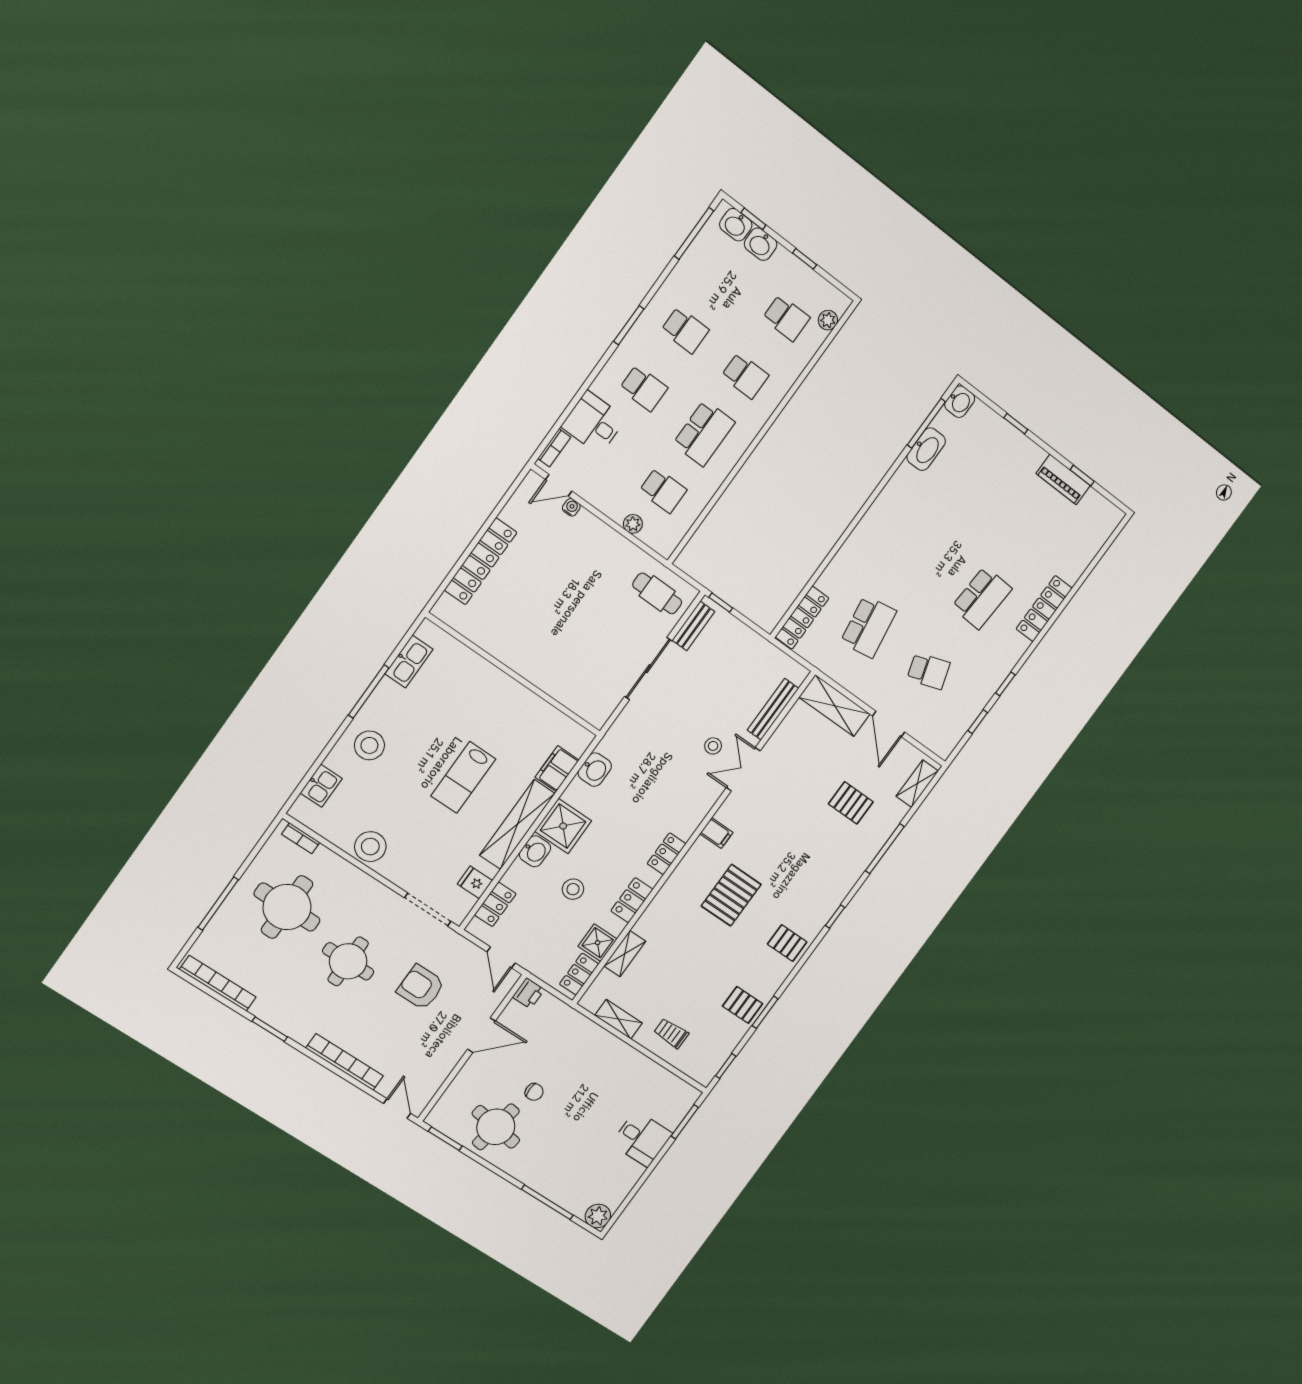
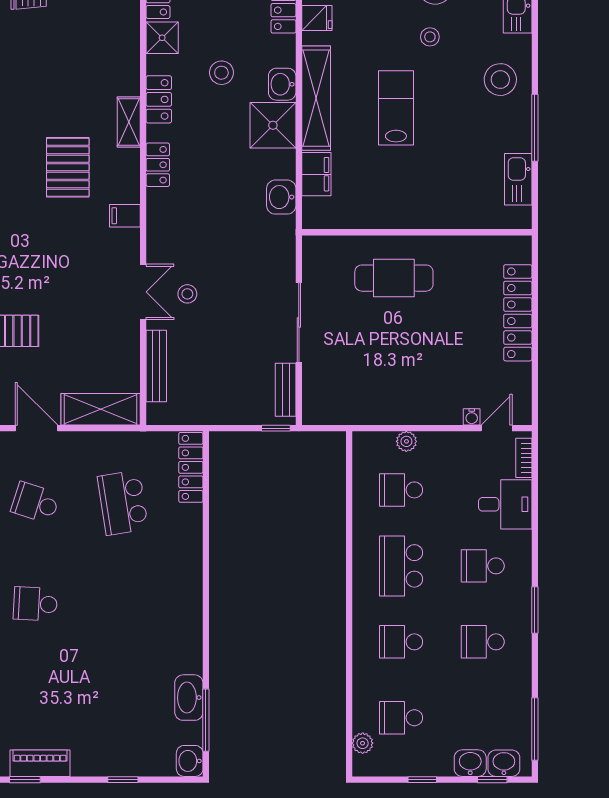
cafe table: (657, 593) -> (394, 278), moved, width x1.37, depth x1.35
school desk: (982, 598) -> (35, 604), width x0.54
school desk: (928, 671) -> (35, 503), turned 36
stool: (400, 813) -> (430, 37), added
shelving: (625, 954) -> (129, 122), moved

